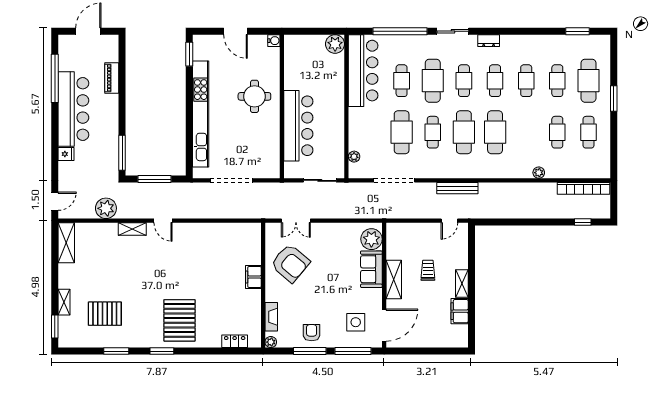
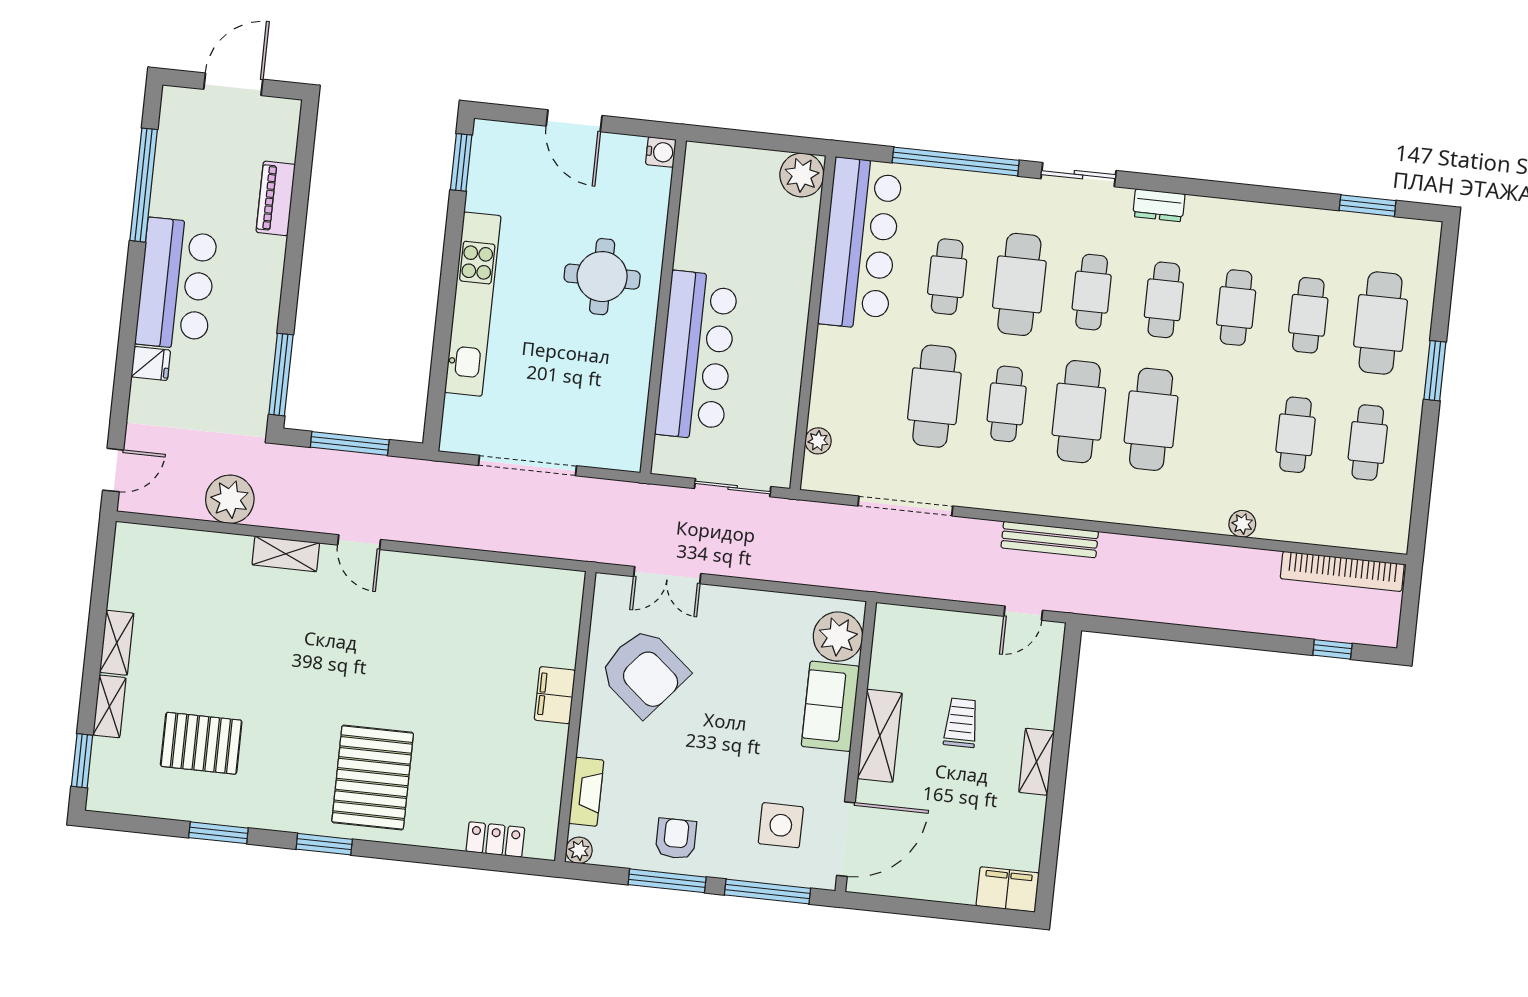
bar counter: (73, 109) -> (177, 284), width x0.73
kitchen unit: (201, 114) -> (473, 304), width x0.73
shelving: (66, 243) -> (117, 643), moved, width x0.67, depth x0.75
filing cabinet: (460, 311) -> (1008, 889), moved, turned 90

